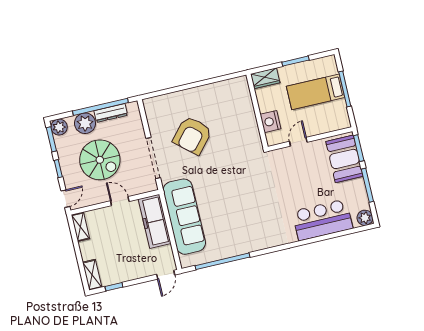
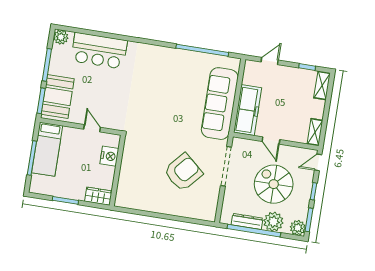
bed: (316, 92) -> (47, 149), moved, turned 90
door: (298, 142) -> (92, 128), swing flipped
door: (166, 275) -> (270, 61), moved

